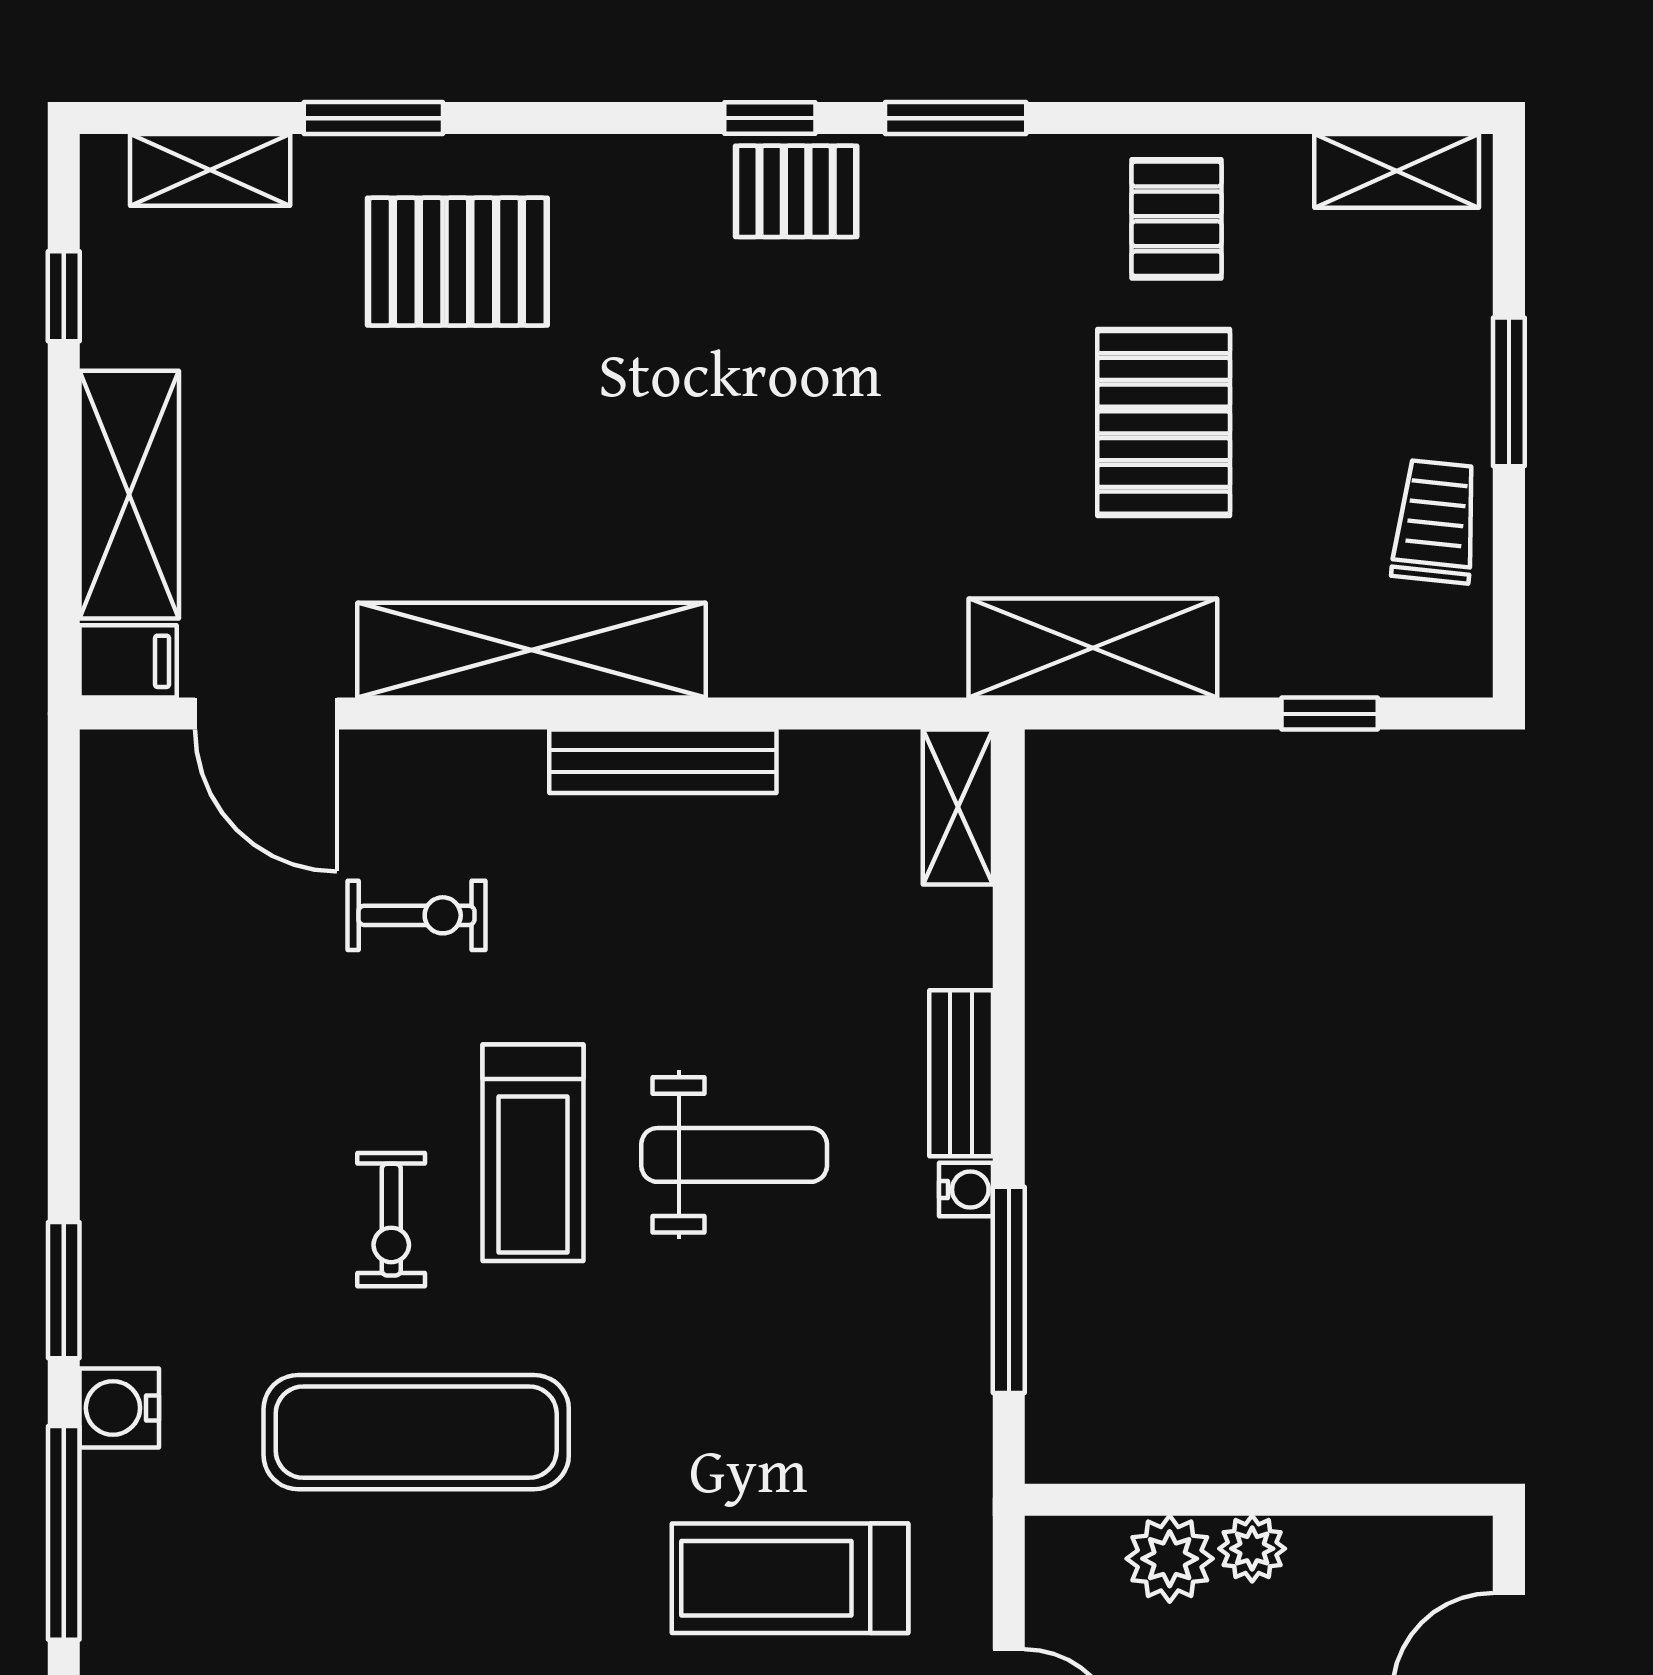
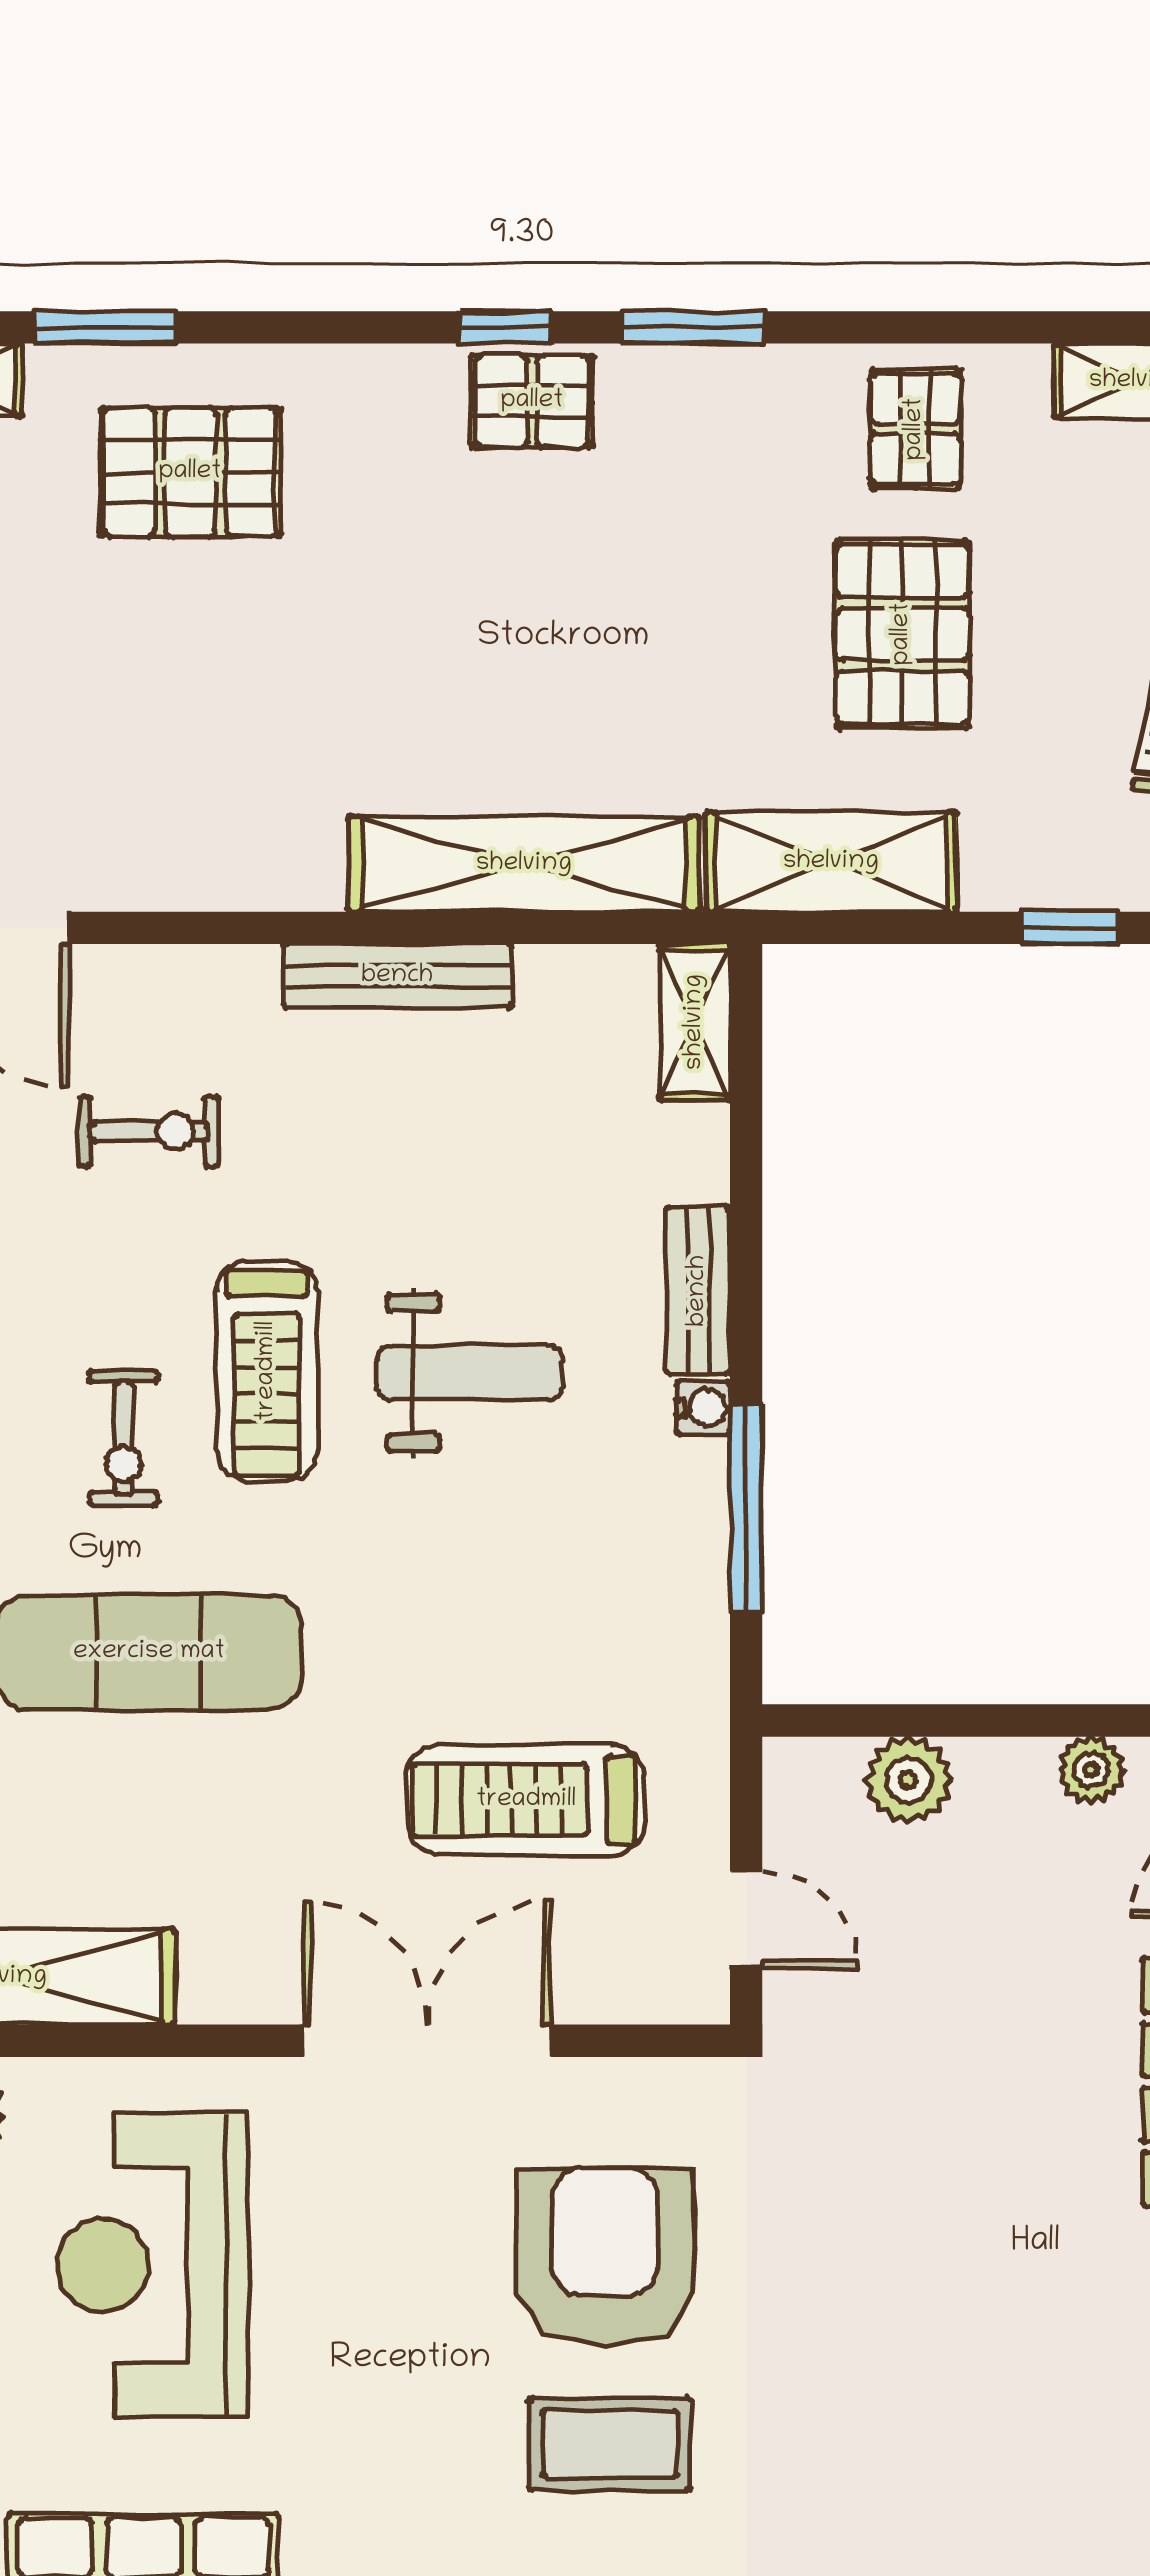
shelving: (532, 650) -> (524, 864), moved
plant: (1252, 1549) -> (1091, 1770), moved

